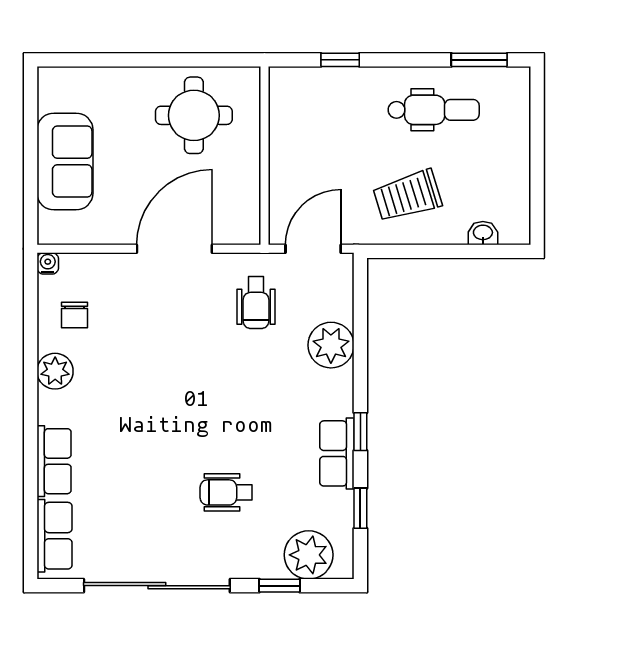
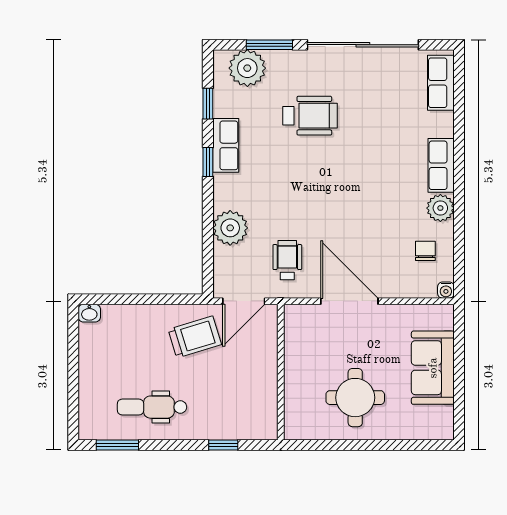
round table: (194, 115) -> (355, 398), moved
trolley: (407, 196) -> (195, 337), moved
washbasin: (483, 233) -> (89, 313), moved
door: (174, 249) -> (349, 301), swing flipped
row of seats: (54, 461) -> (441, 165), moved
wheelchair: (226, 492) -> (310, 116), width x1.36, depth x1.37
window: (280, 586) -> (269, 45), width x1.50

